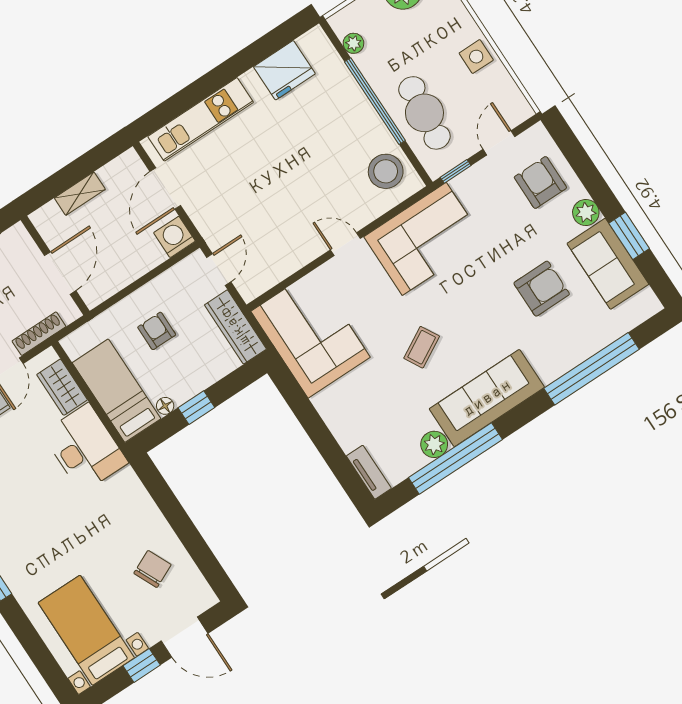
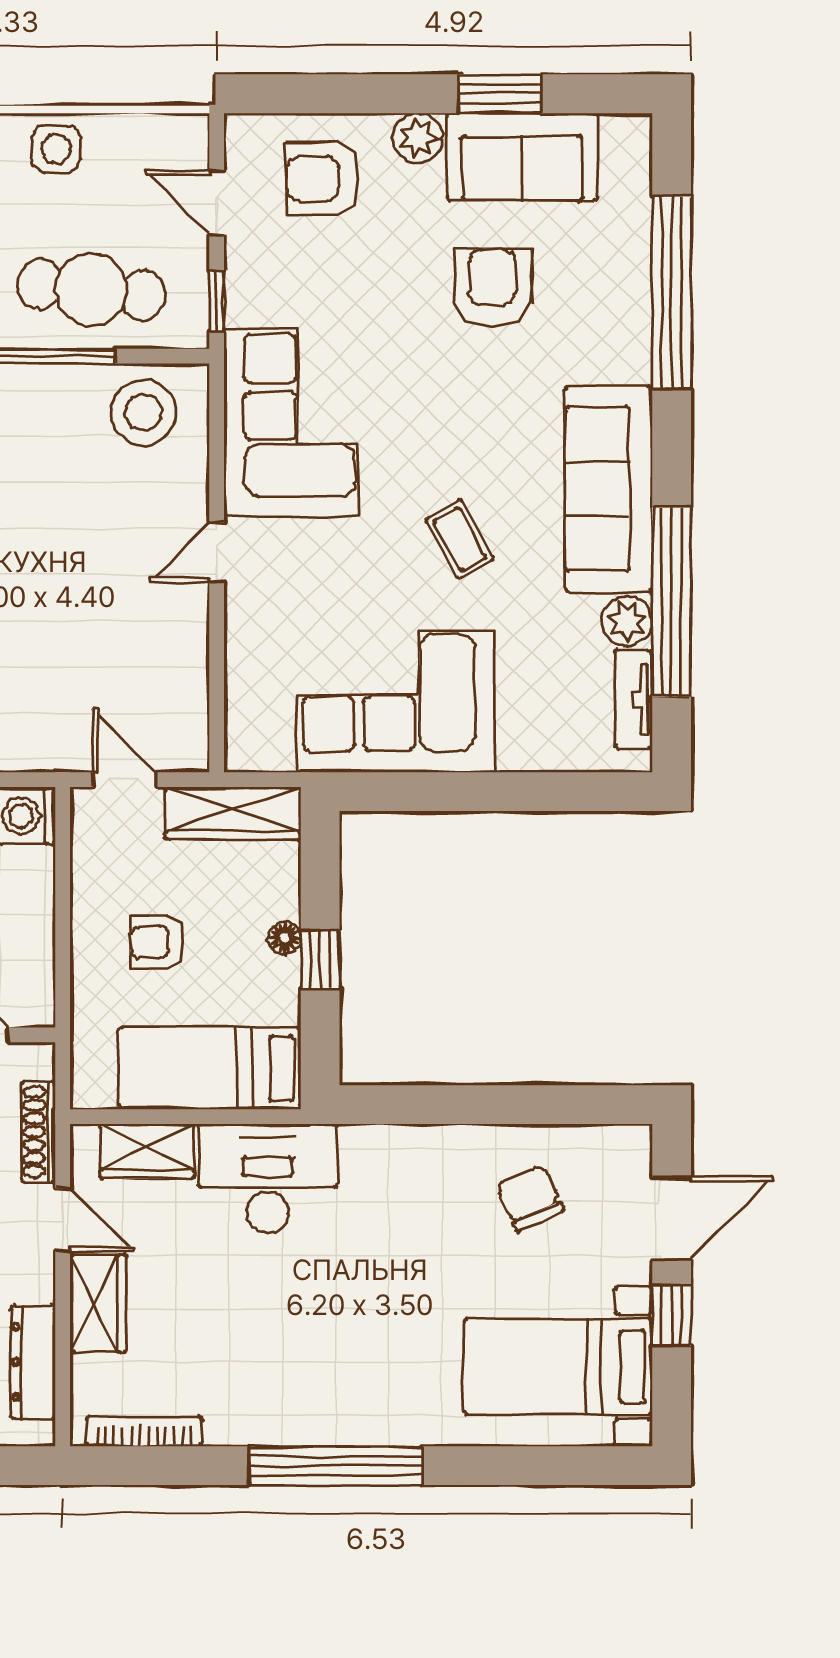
corner sofa: (311, 334) -> (396, 702), moved
floor lamp: (165, 406) -> (285, 938), moved
tv unit: (369, 472) -> (633, 700), moved, turned -90

